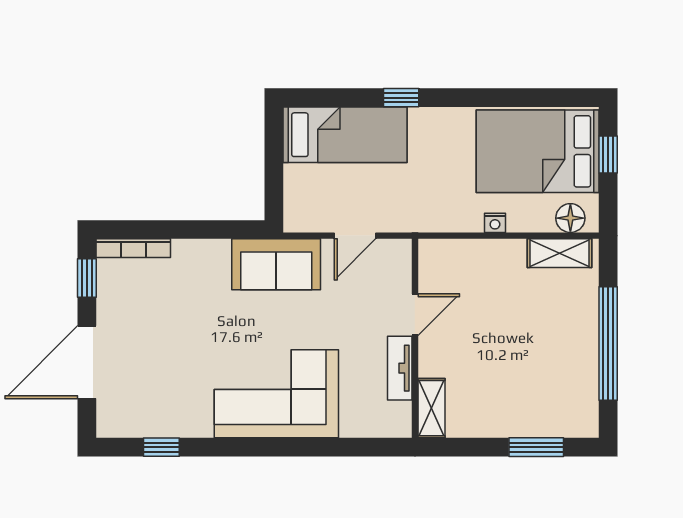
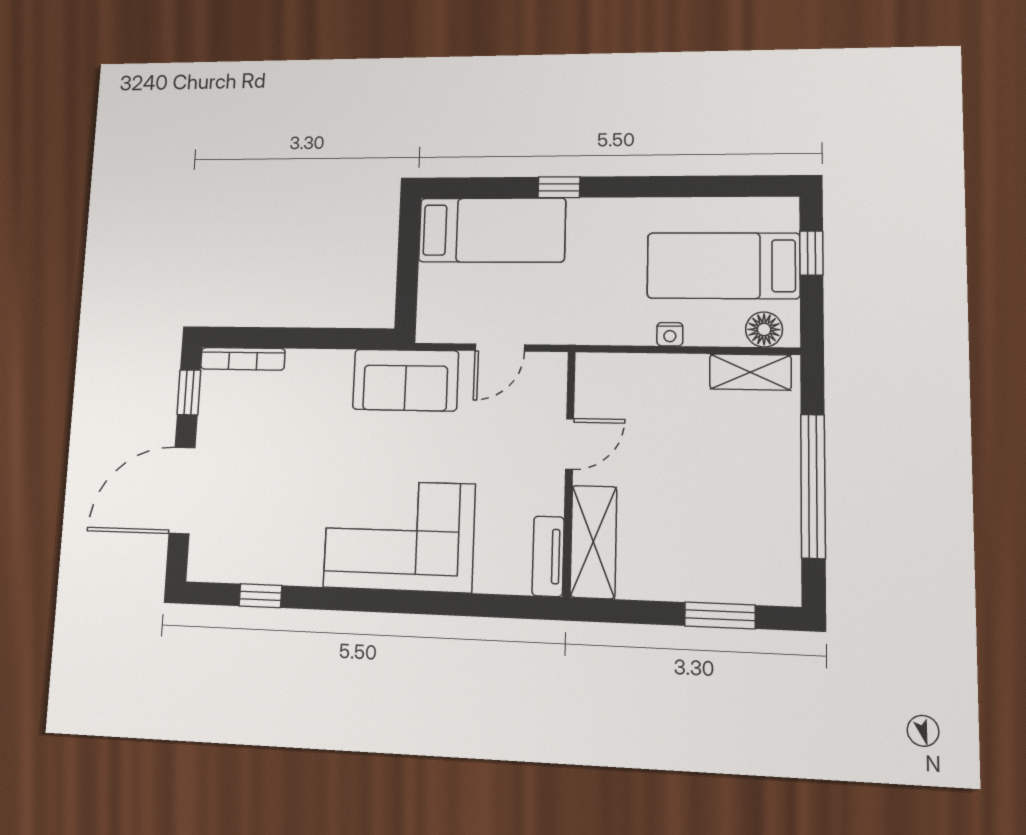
bed: (538, 151) -> (723, 266), width x0.67
tv unit: (400, 368) -> (548, 556), moved
shelving: (431, 408) -> (593, 542), width x1.50, depth x1.33

